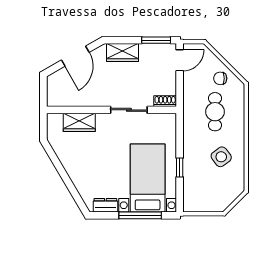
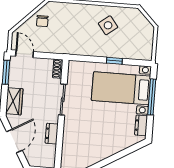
door: (75, 56) -> (14, 141), hinge flipped
dresser: (87, 100) -> (52, 134), added
cafe table: (215, 112) -> (70, 28), removed
wardrobe: (79, 122) -> (70, 142), removed

